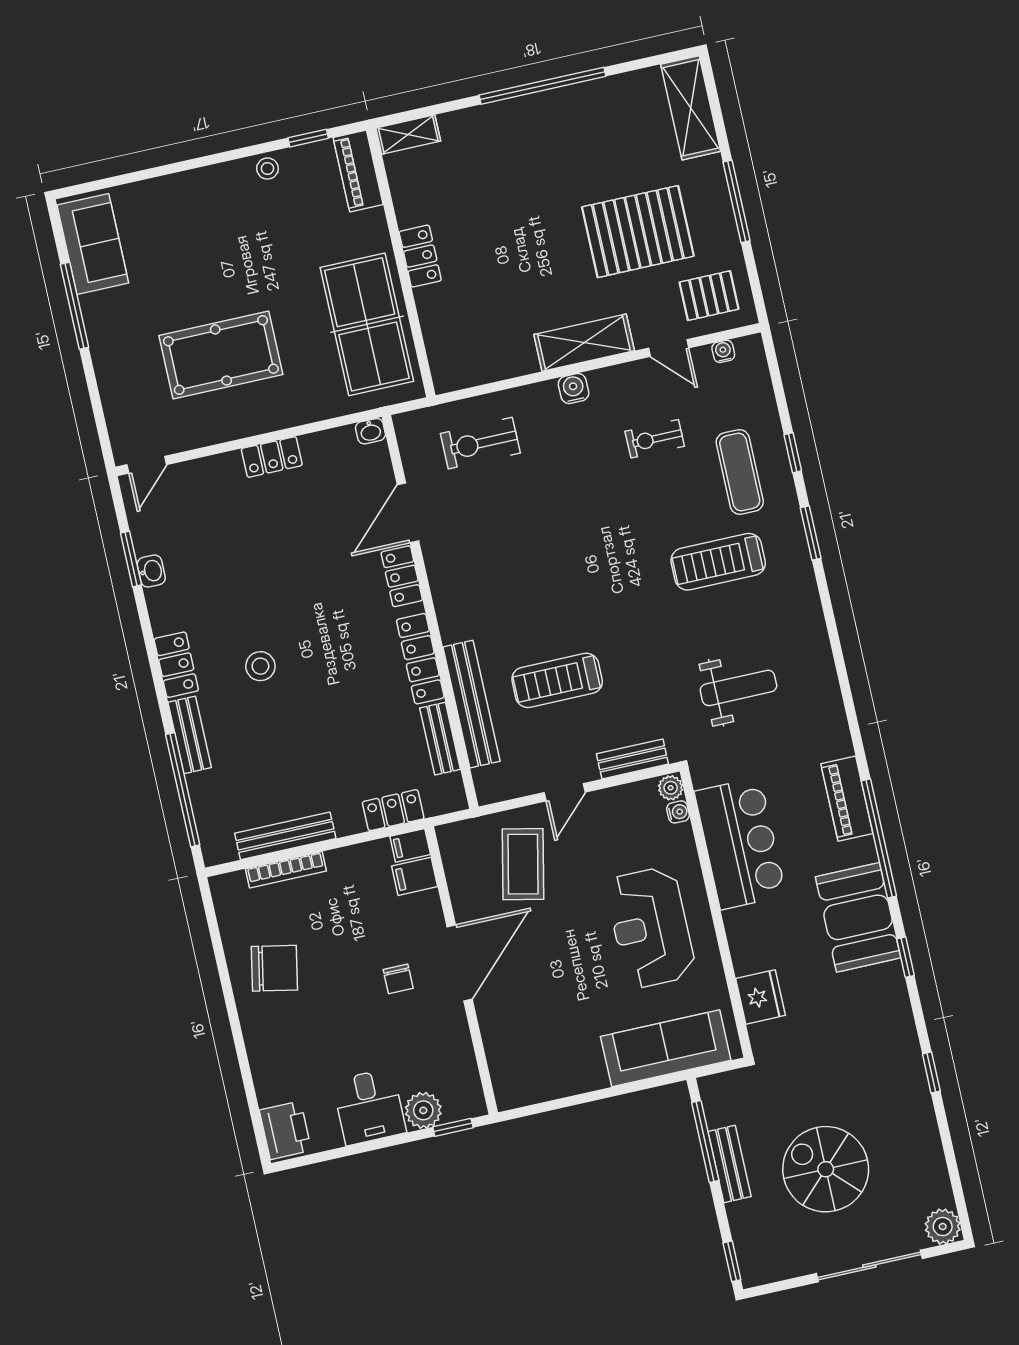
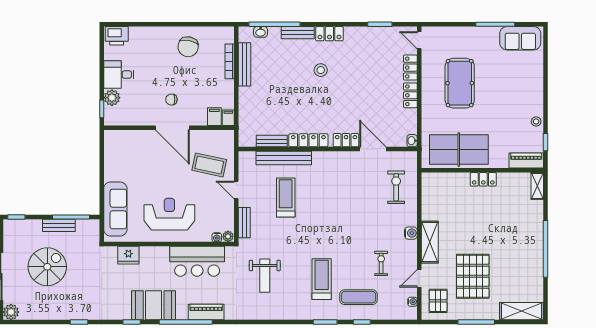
washbasin: (151, 571) -> (261, 32), moved
locker: (393, 810) -> (410, 68), moved, turned 180

